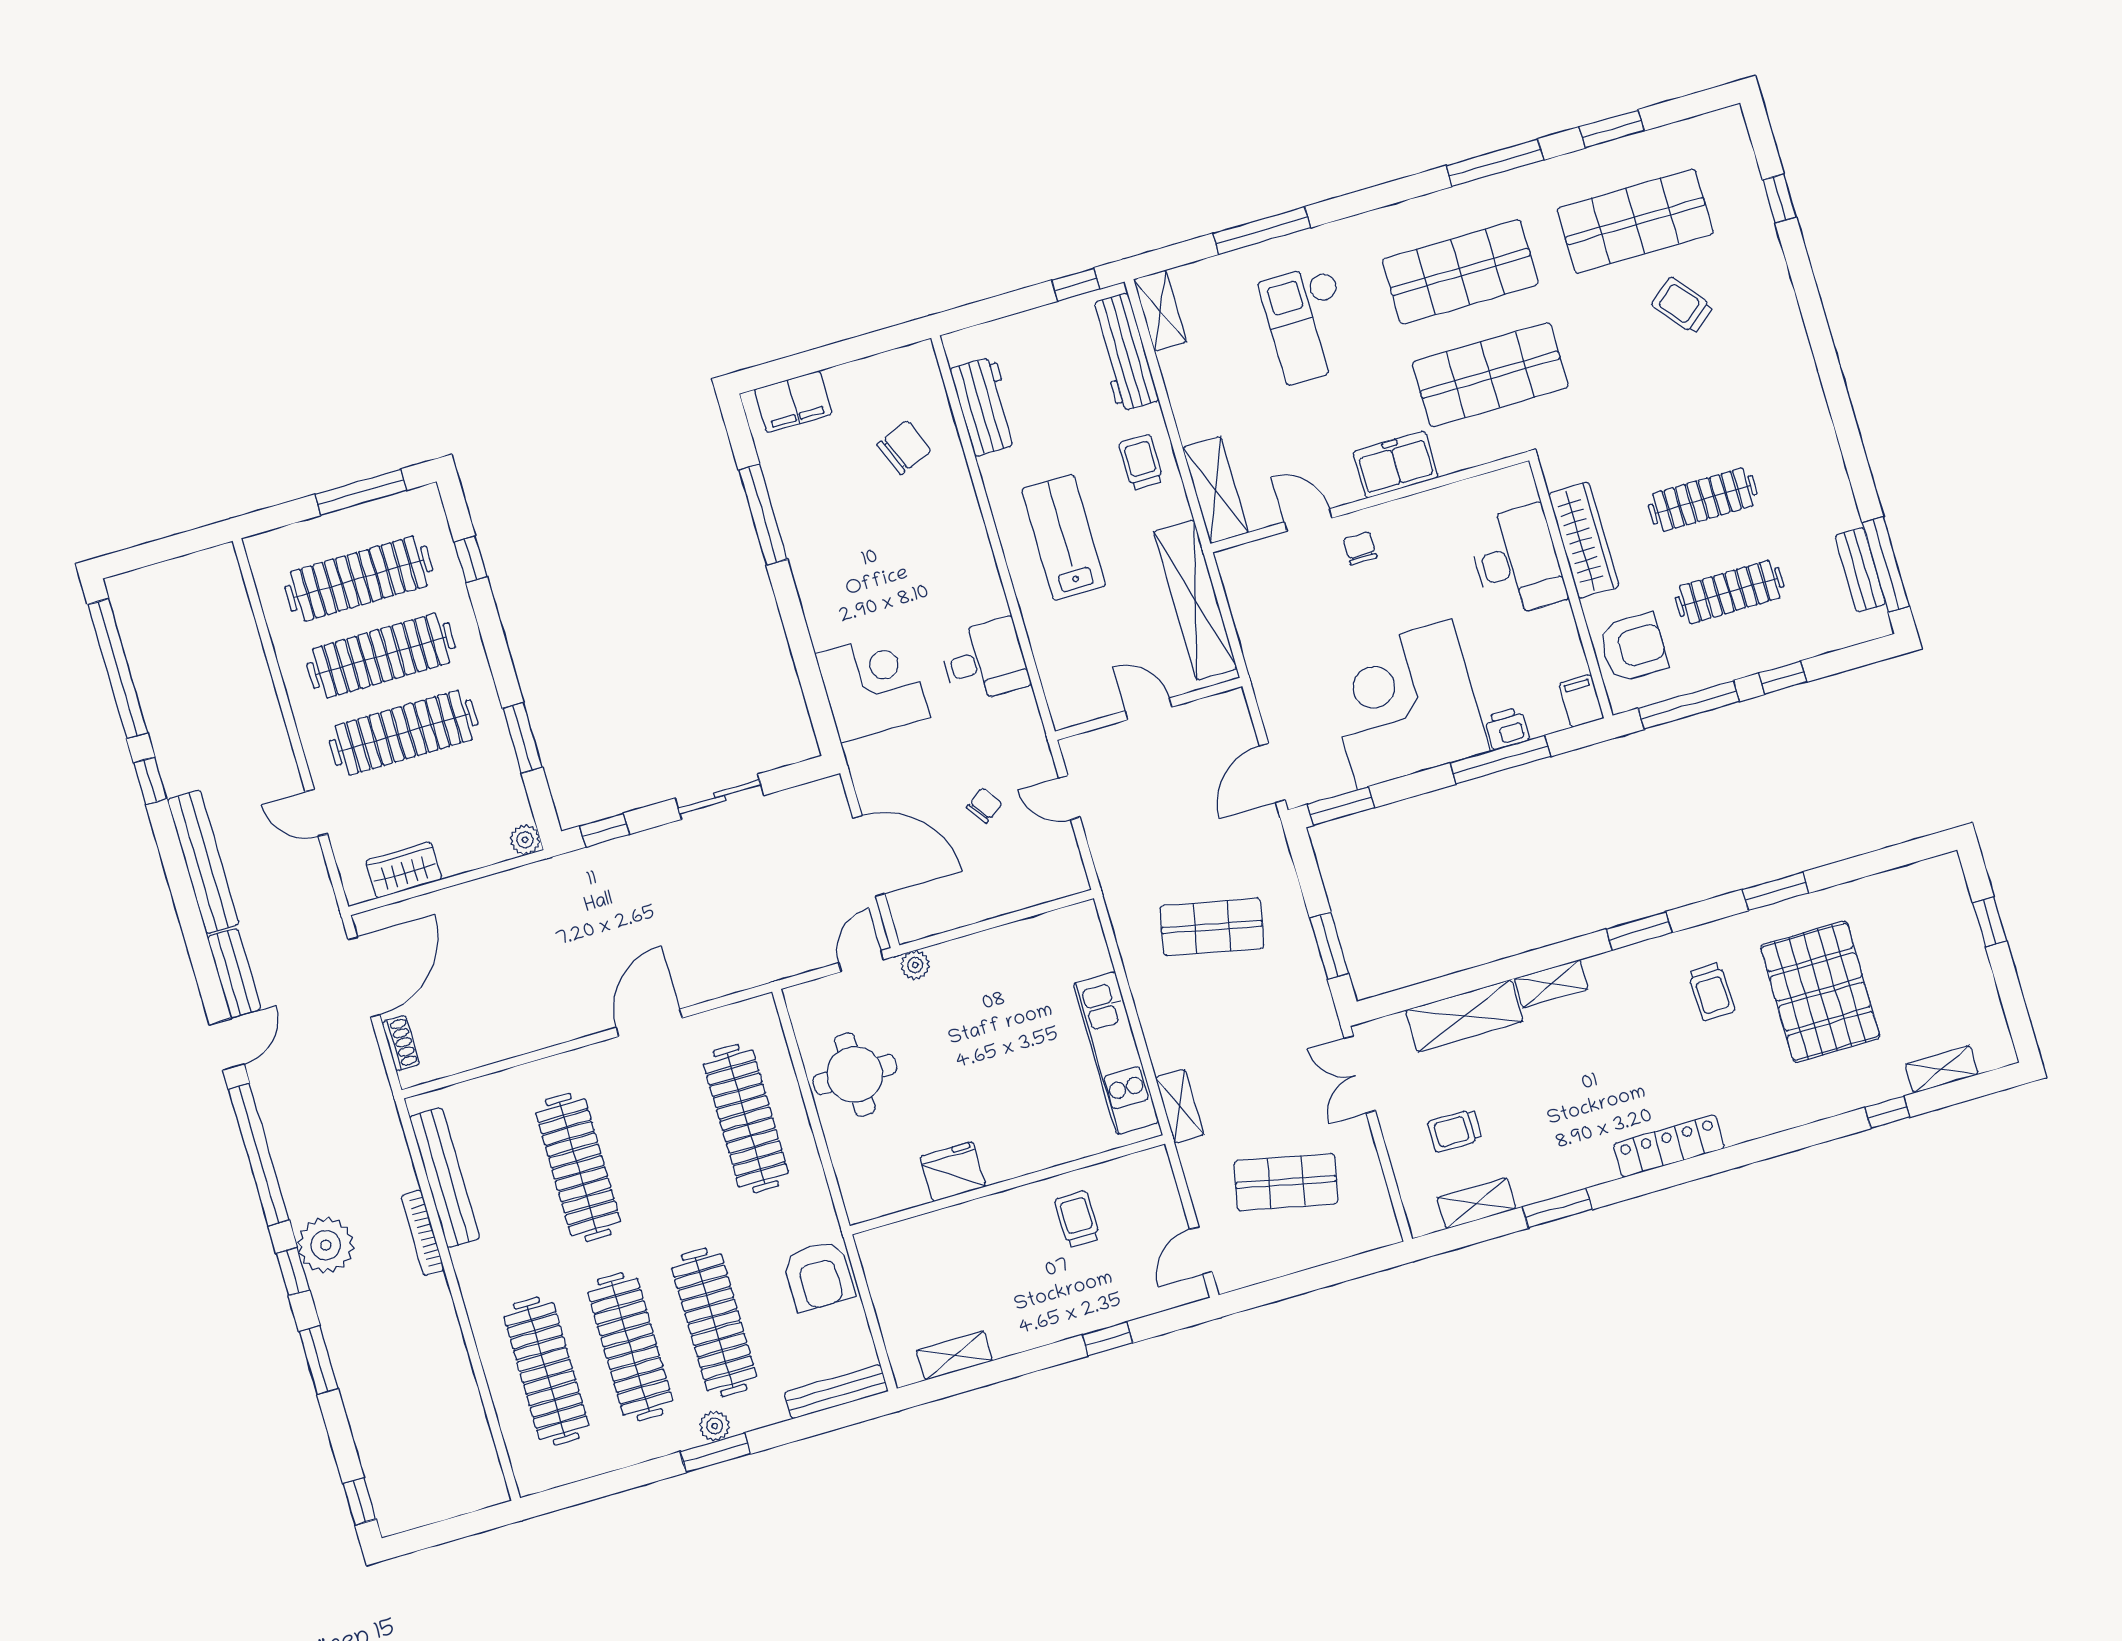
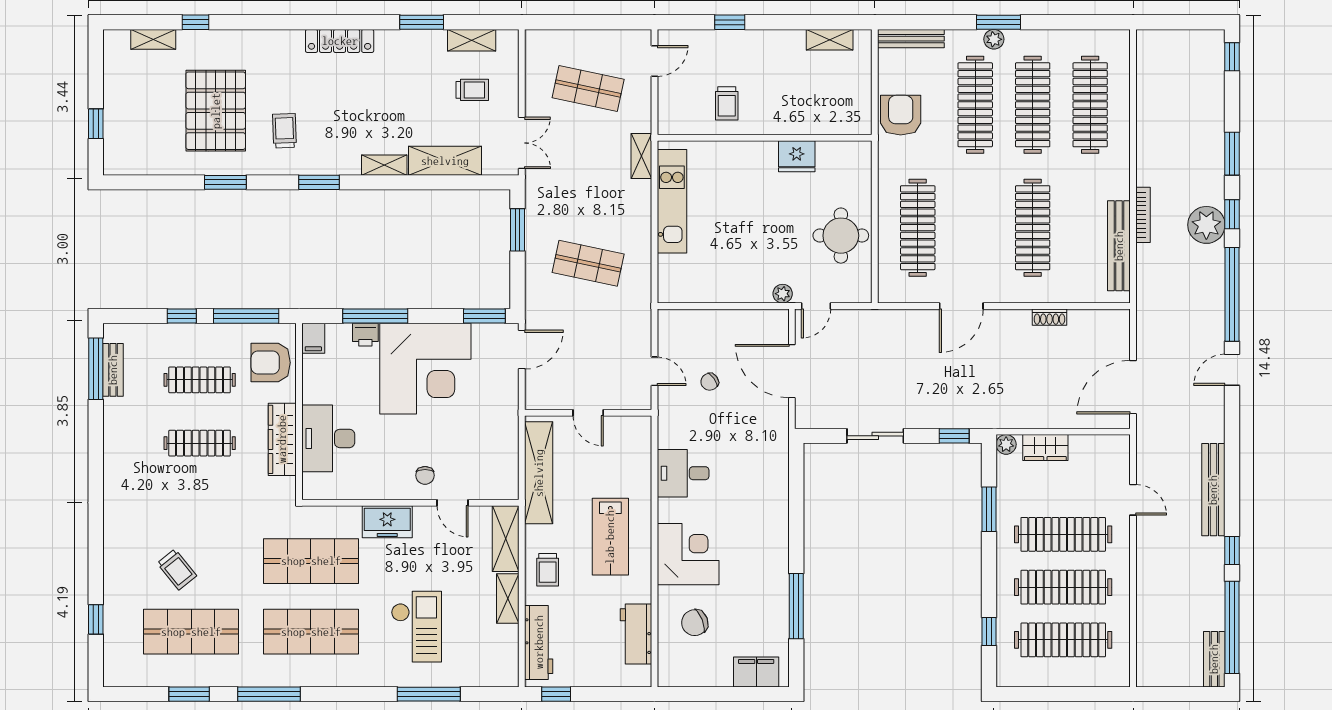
shelving: (1160, 311) -> (508, 598), moved
window: (361, 492) -> (1046, 694), removed
corner desk: (872, 686) -> (688, 554), moved, turned 180
wardrobe: (404, 870) -> (1045, 448), moved
bench: (234, 973) -> (1214, 659), moved
shoe rack: (401, 1043) -> (1050, 317), moved, turned -90

